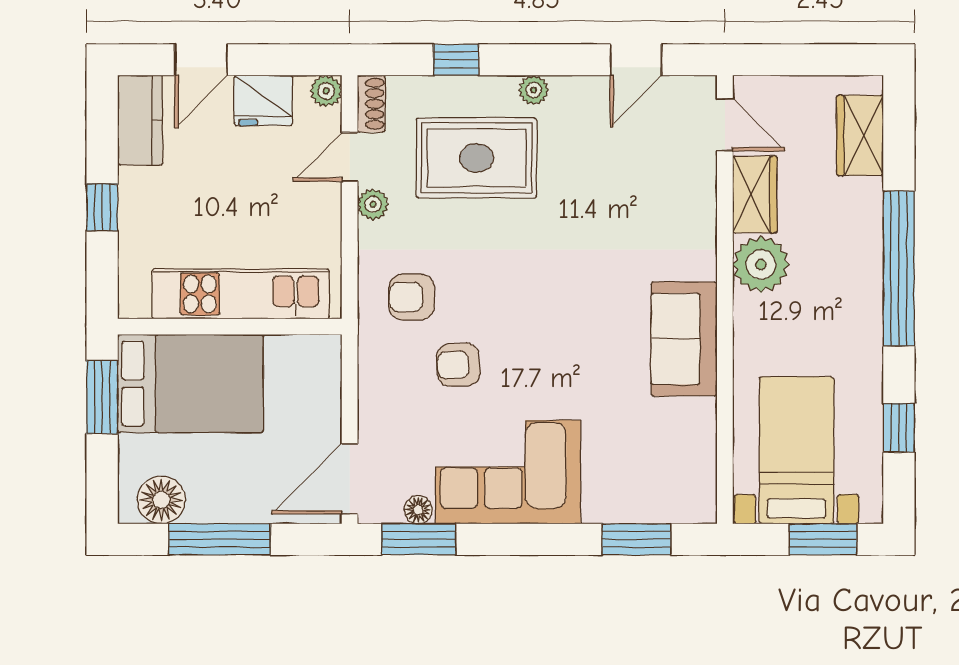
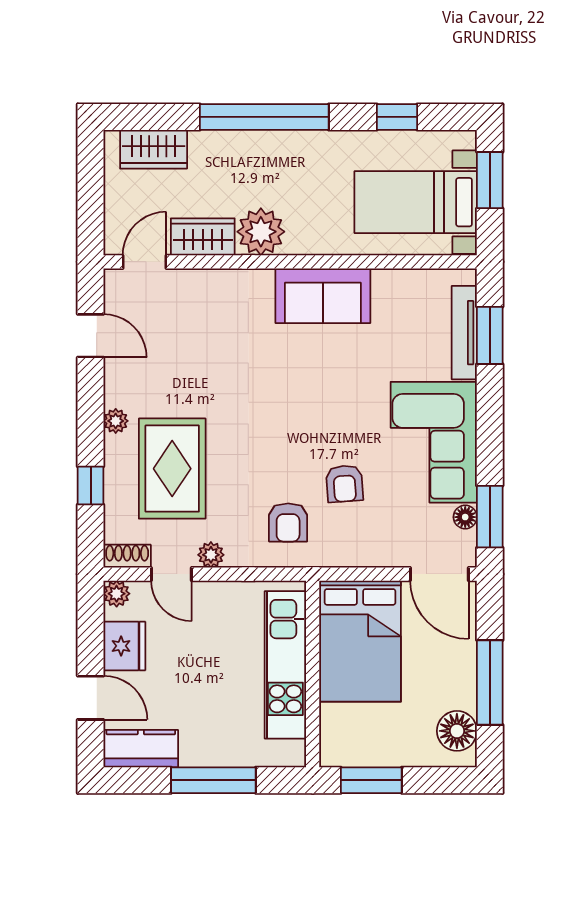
window: (102, 207) -> (213, 780), width x2.17
bed: (190, 383) -> (360, 641), moved, turned 180
tv unit: (640, 509) -> (464, 333), added

